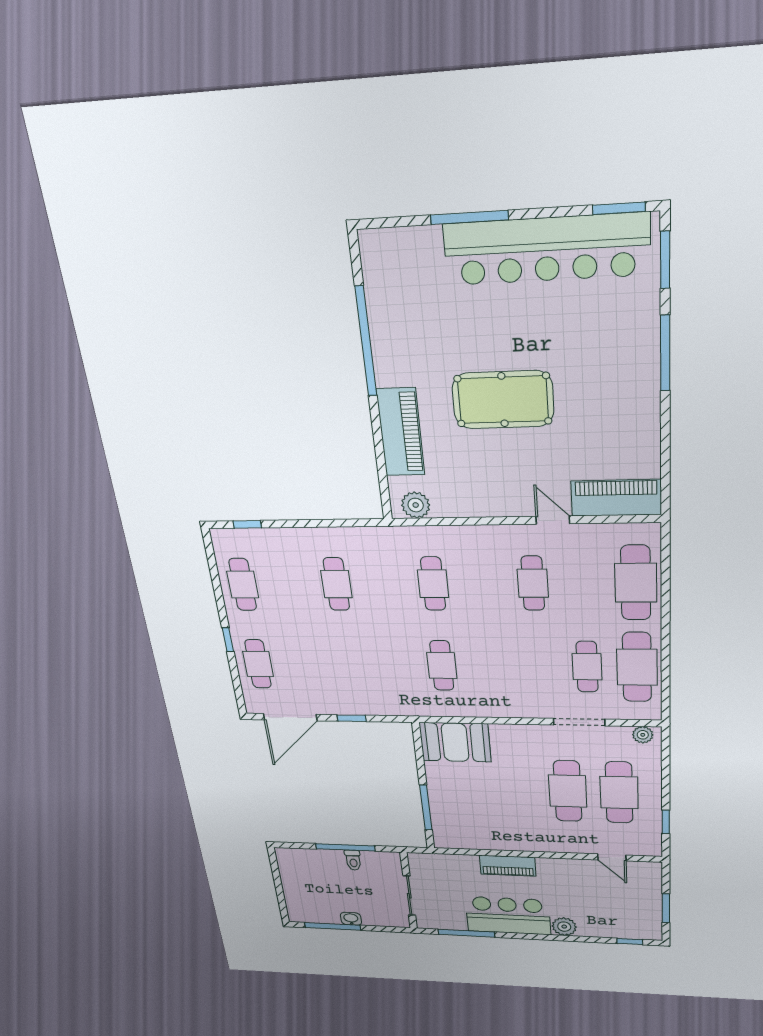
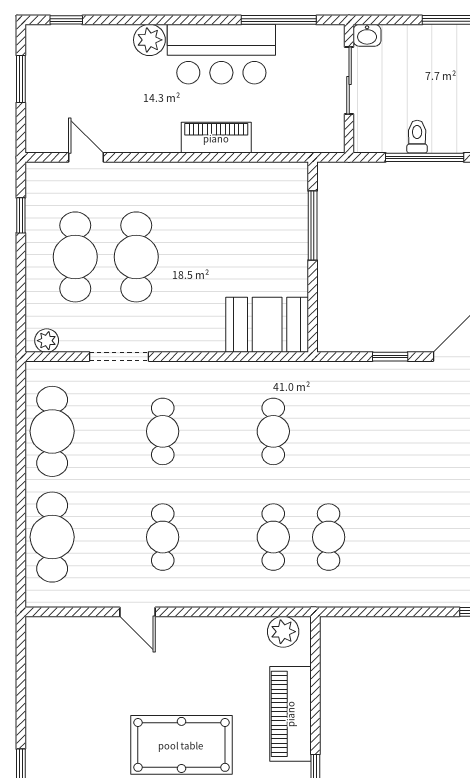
piano: (616, 498) -> (71, 636), removed
cafe table: (336, 584) -> (329, 537), moved
cafe table: (587, 667) -> (163, 431), moved
washbasin: (351, 919) -> (367, 35), moved

